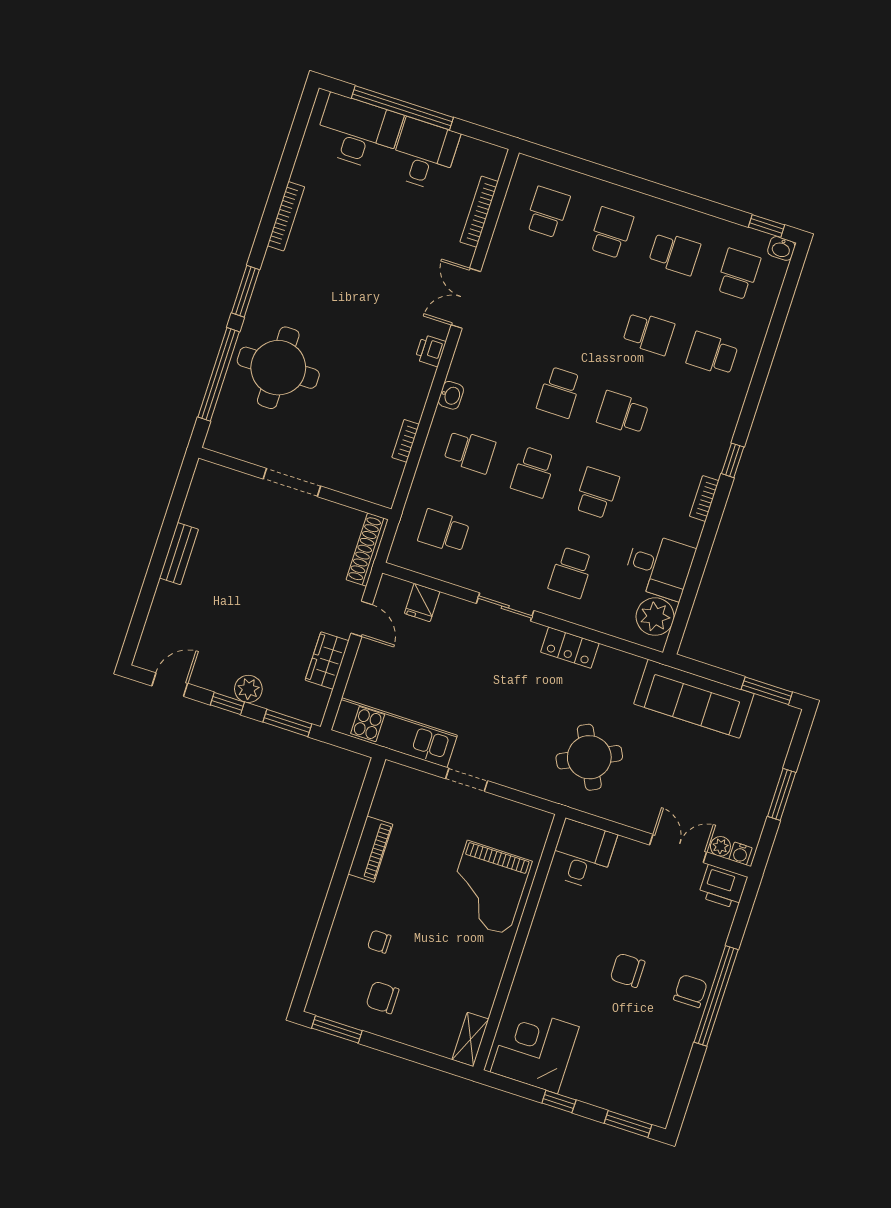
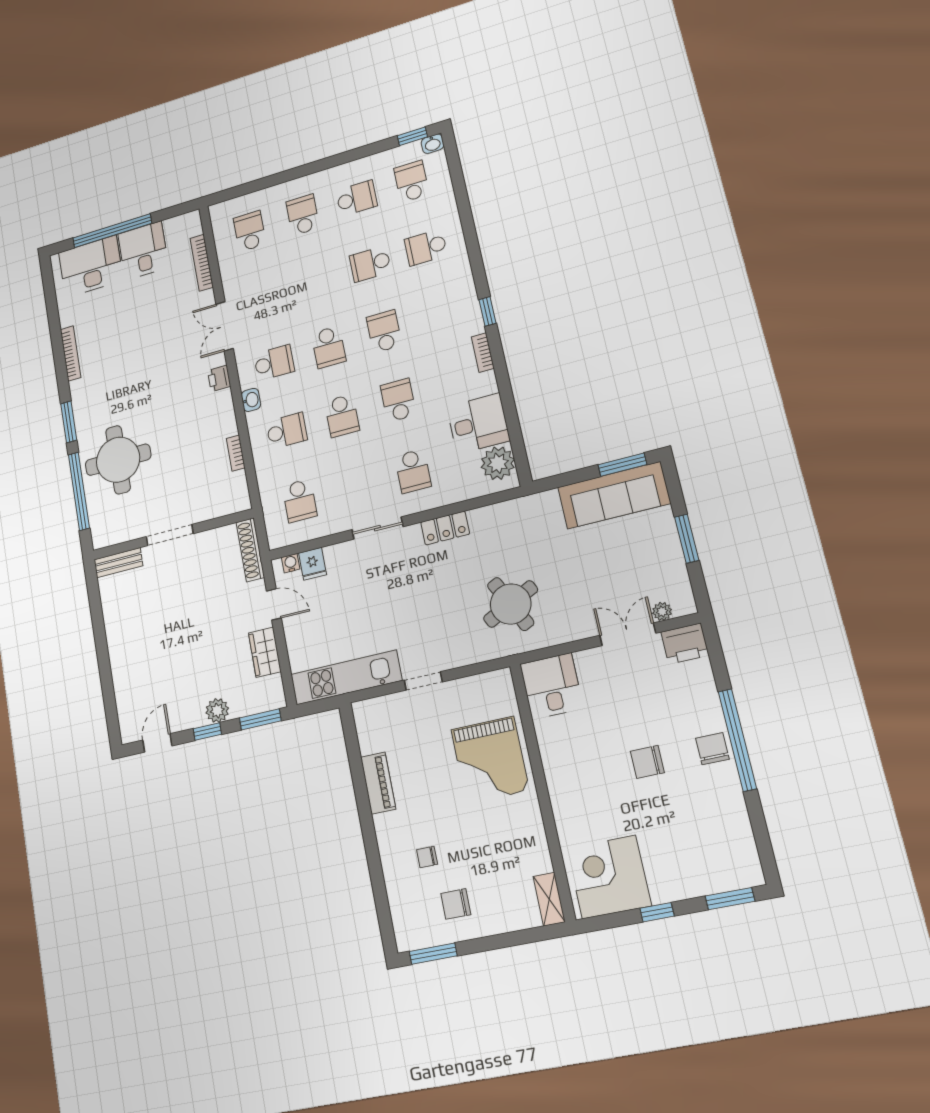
school desk: (649, 333) -> (370, 264), turned 180
school desk: (496, 372) -> (274, 363), added
school desk: (623, 413) -> (384, 331), turned 90
school desk: (444, 531) -> (300, 501), turned -90
bench: (179, 554) -> (118, 563), moved, turned 90
sofa: (694, 699) -> (614, 495), moved
water cooler: (740, 854) -> (291, 563), moved, turned 180

